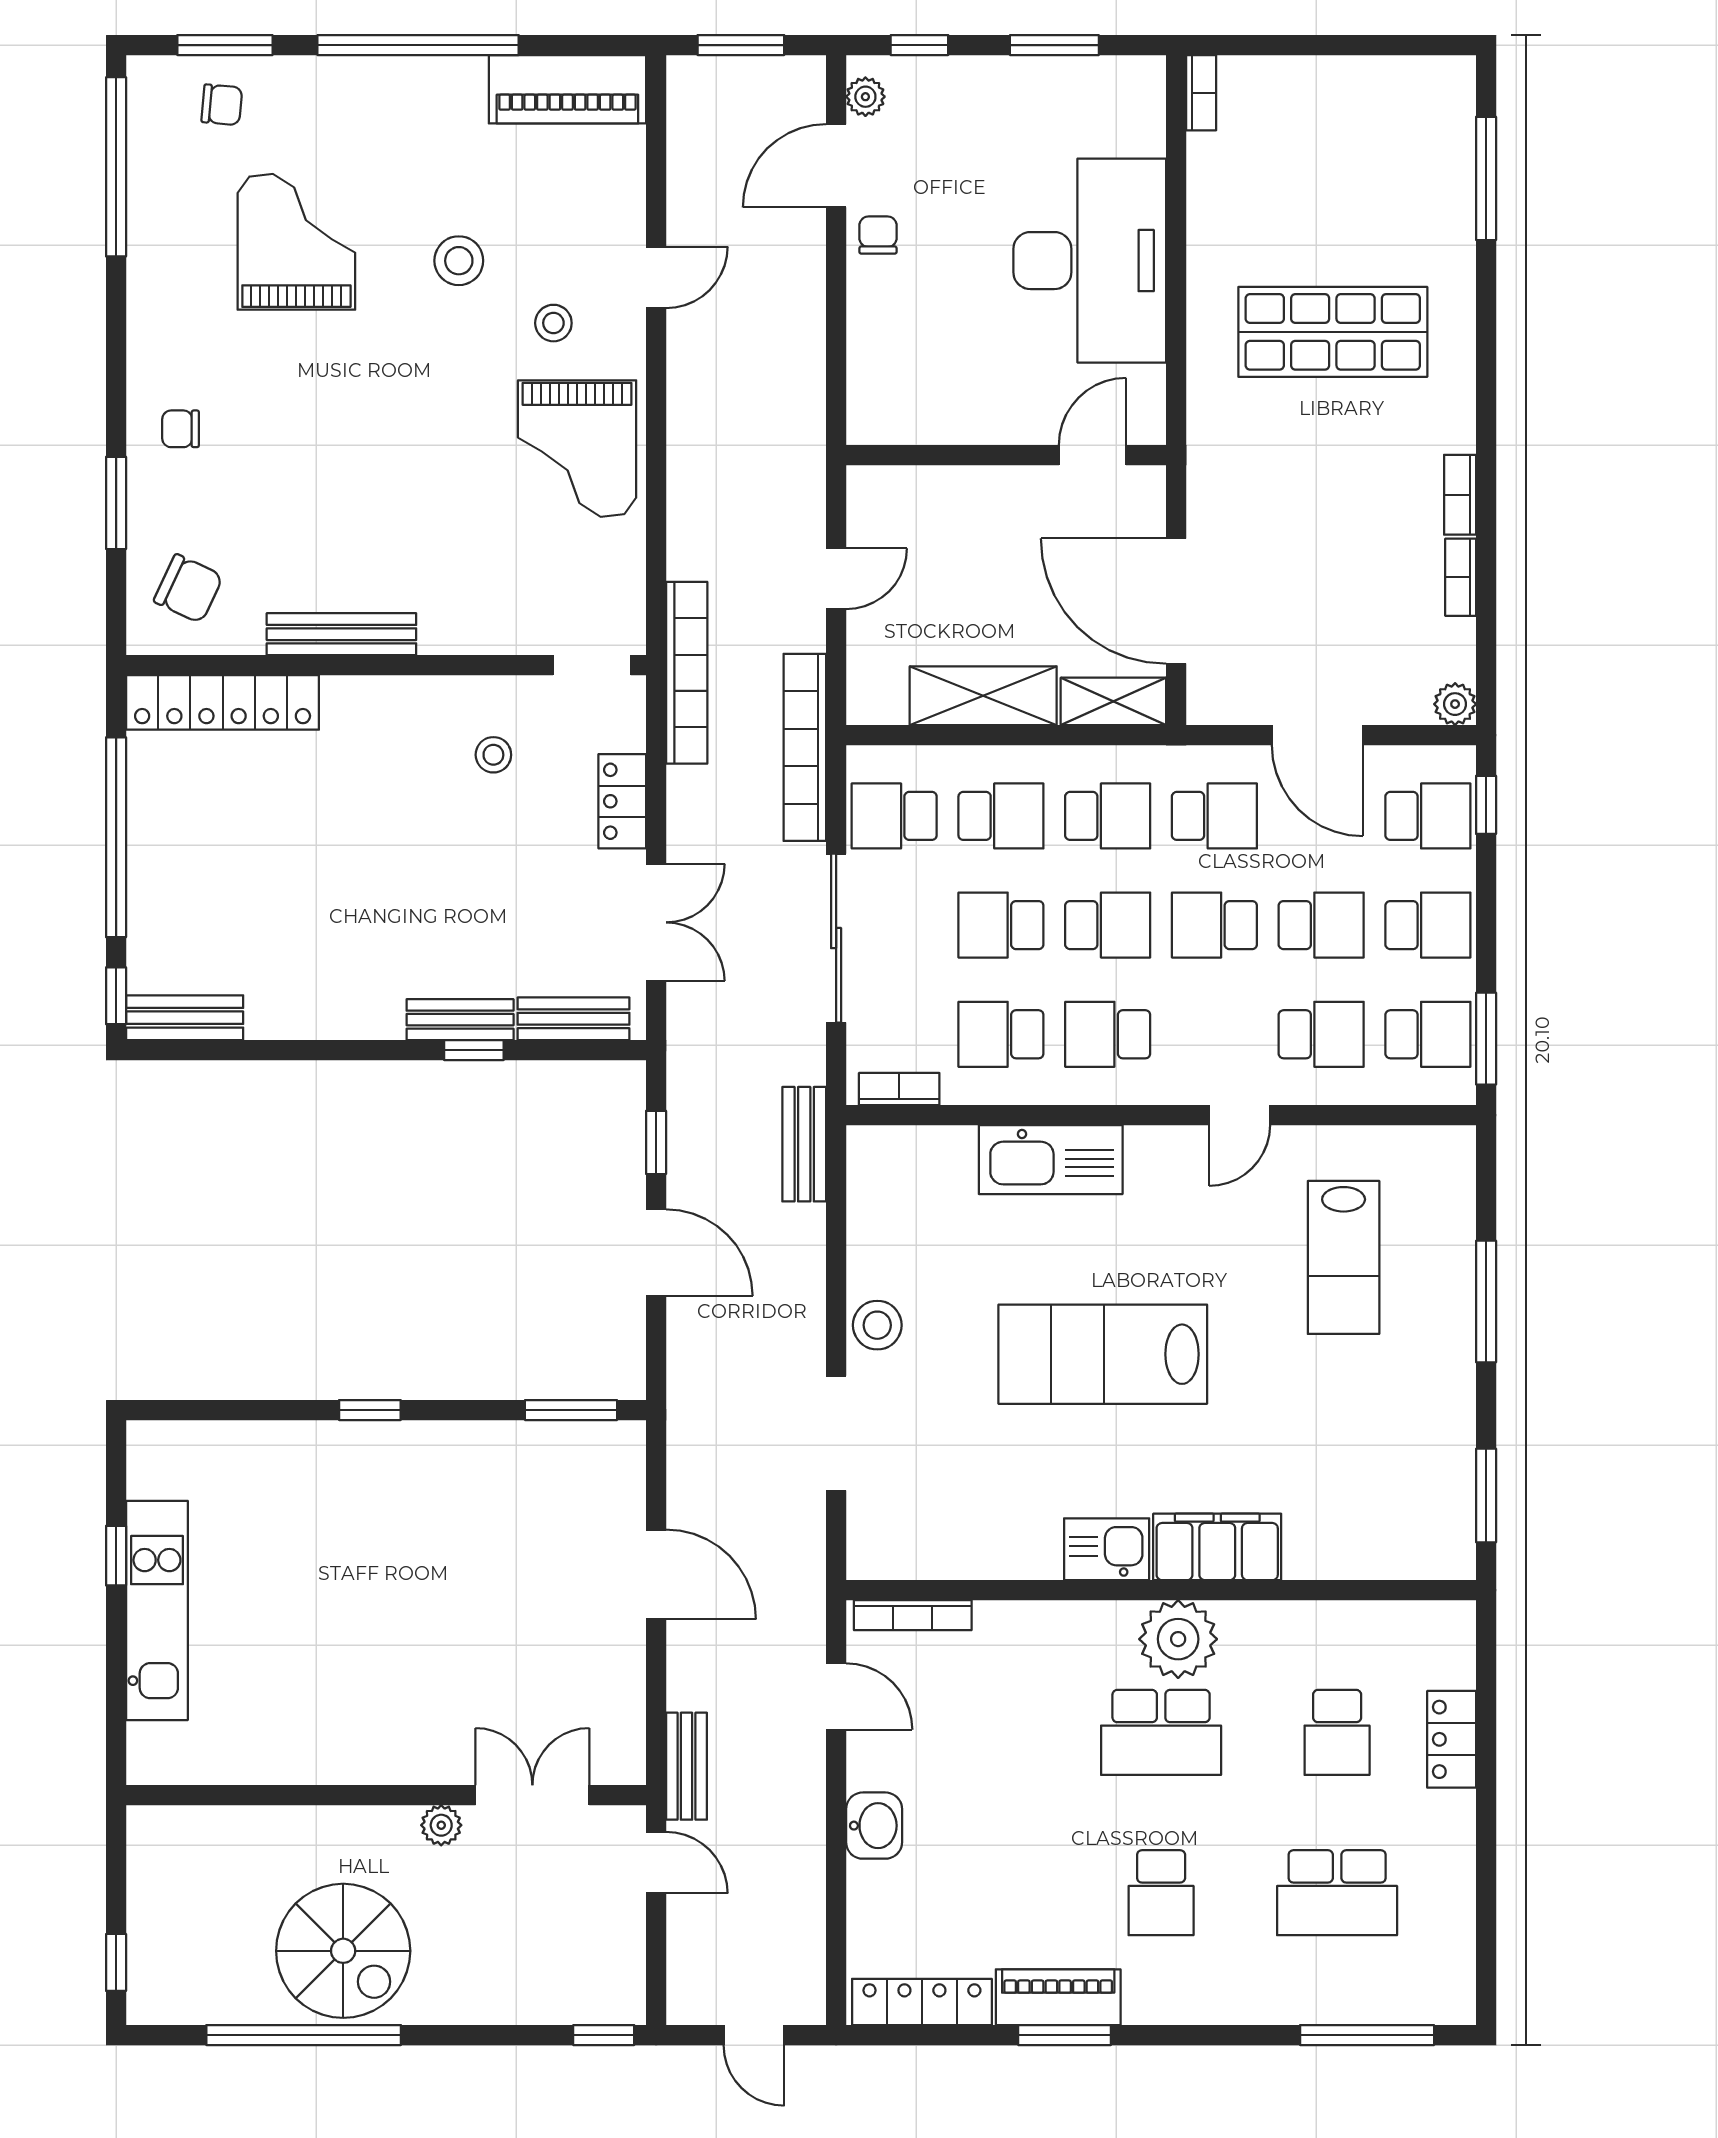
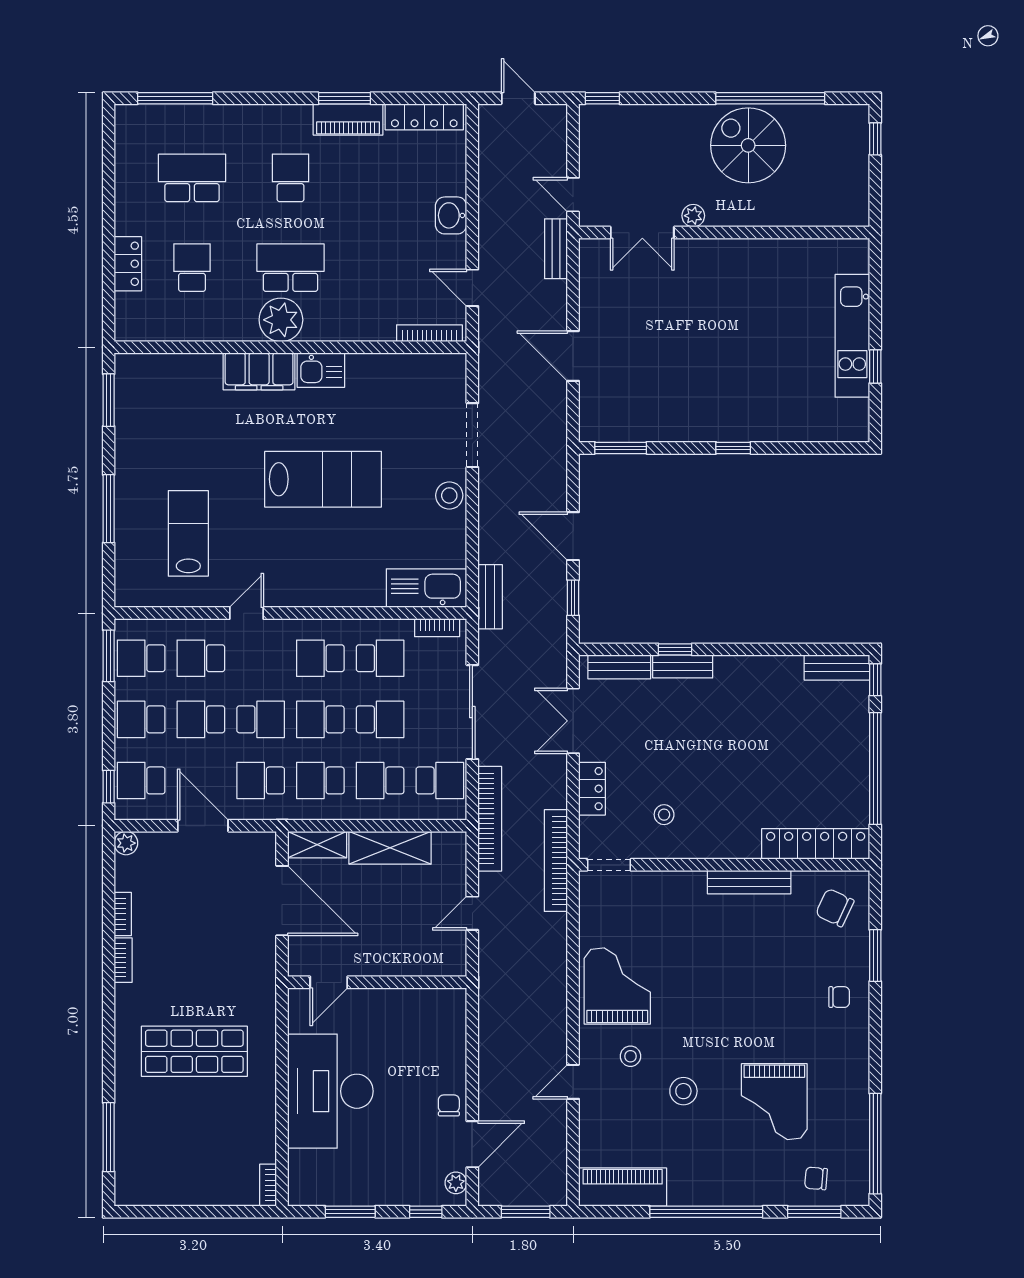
chair: (878, 235) -> (449, 1105), turned 180
school desk: (1108, 1034) -> (320, 658), turned 180
kitchen sink: (1051, 1160) -> (427, 588), moved

